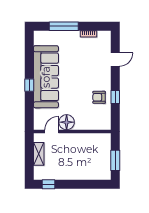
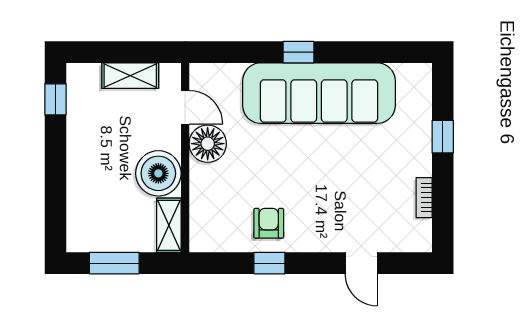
window: (64, 26) -> (443, 137), width x0.46
shelving: (100, 138) -> (169, 225), added
boiler: (79, 142) -> (158, 173), added

